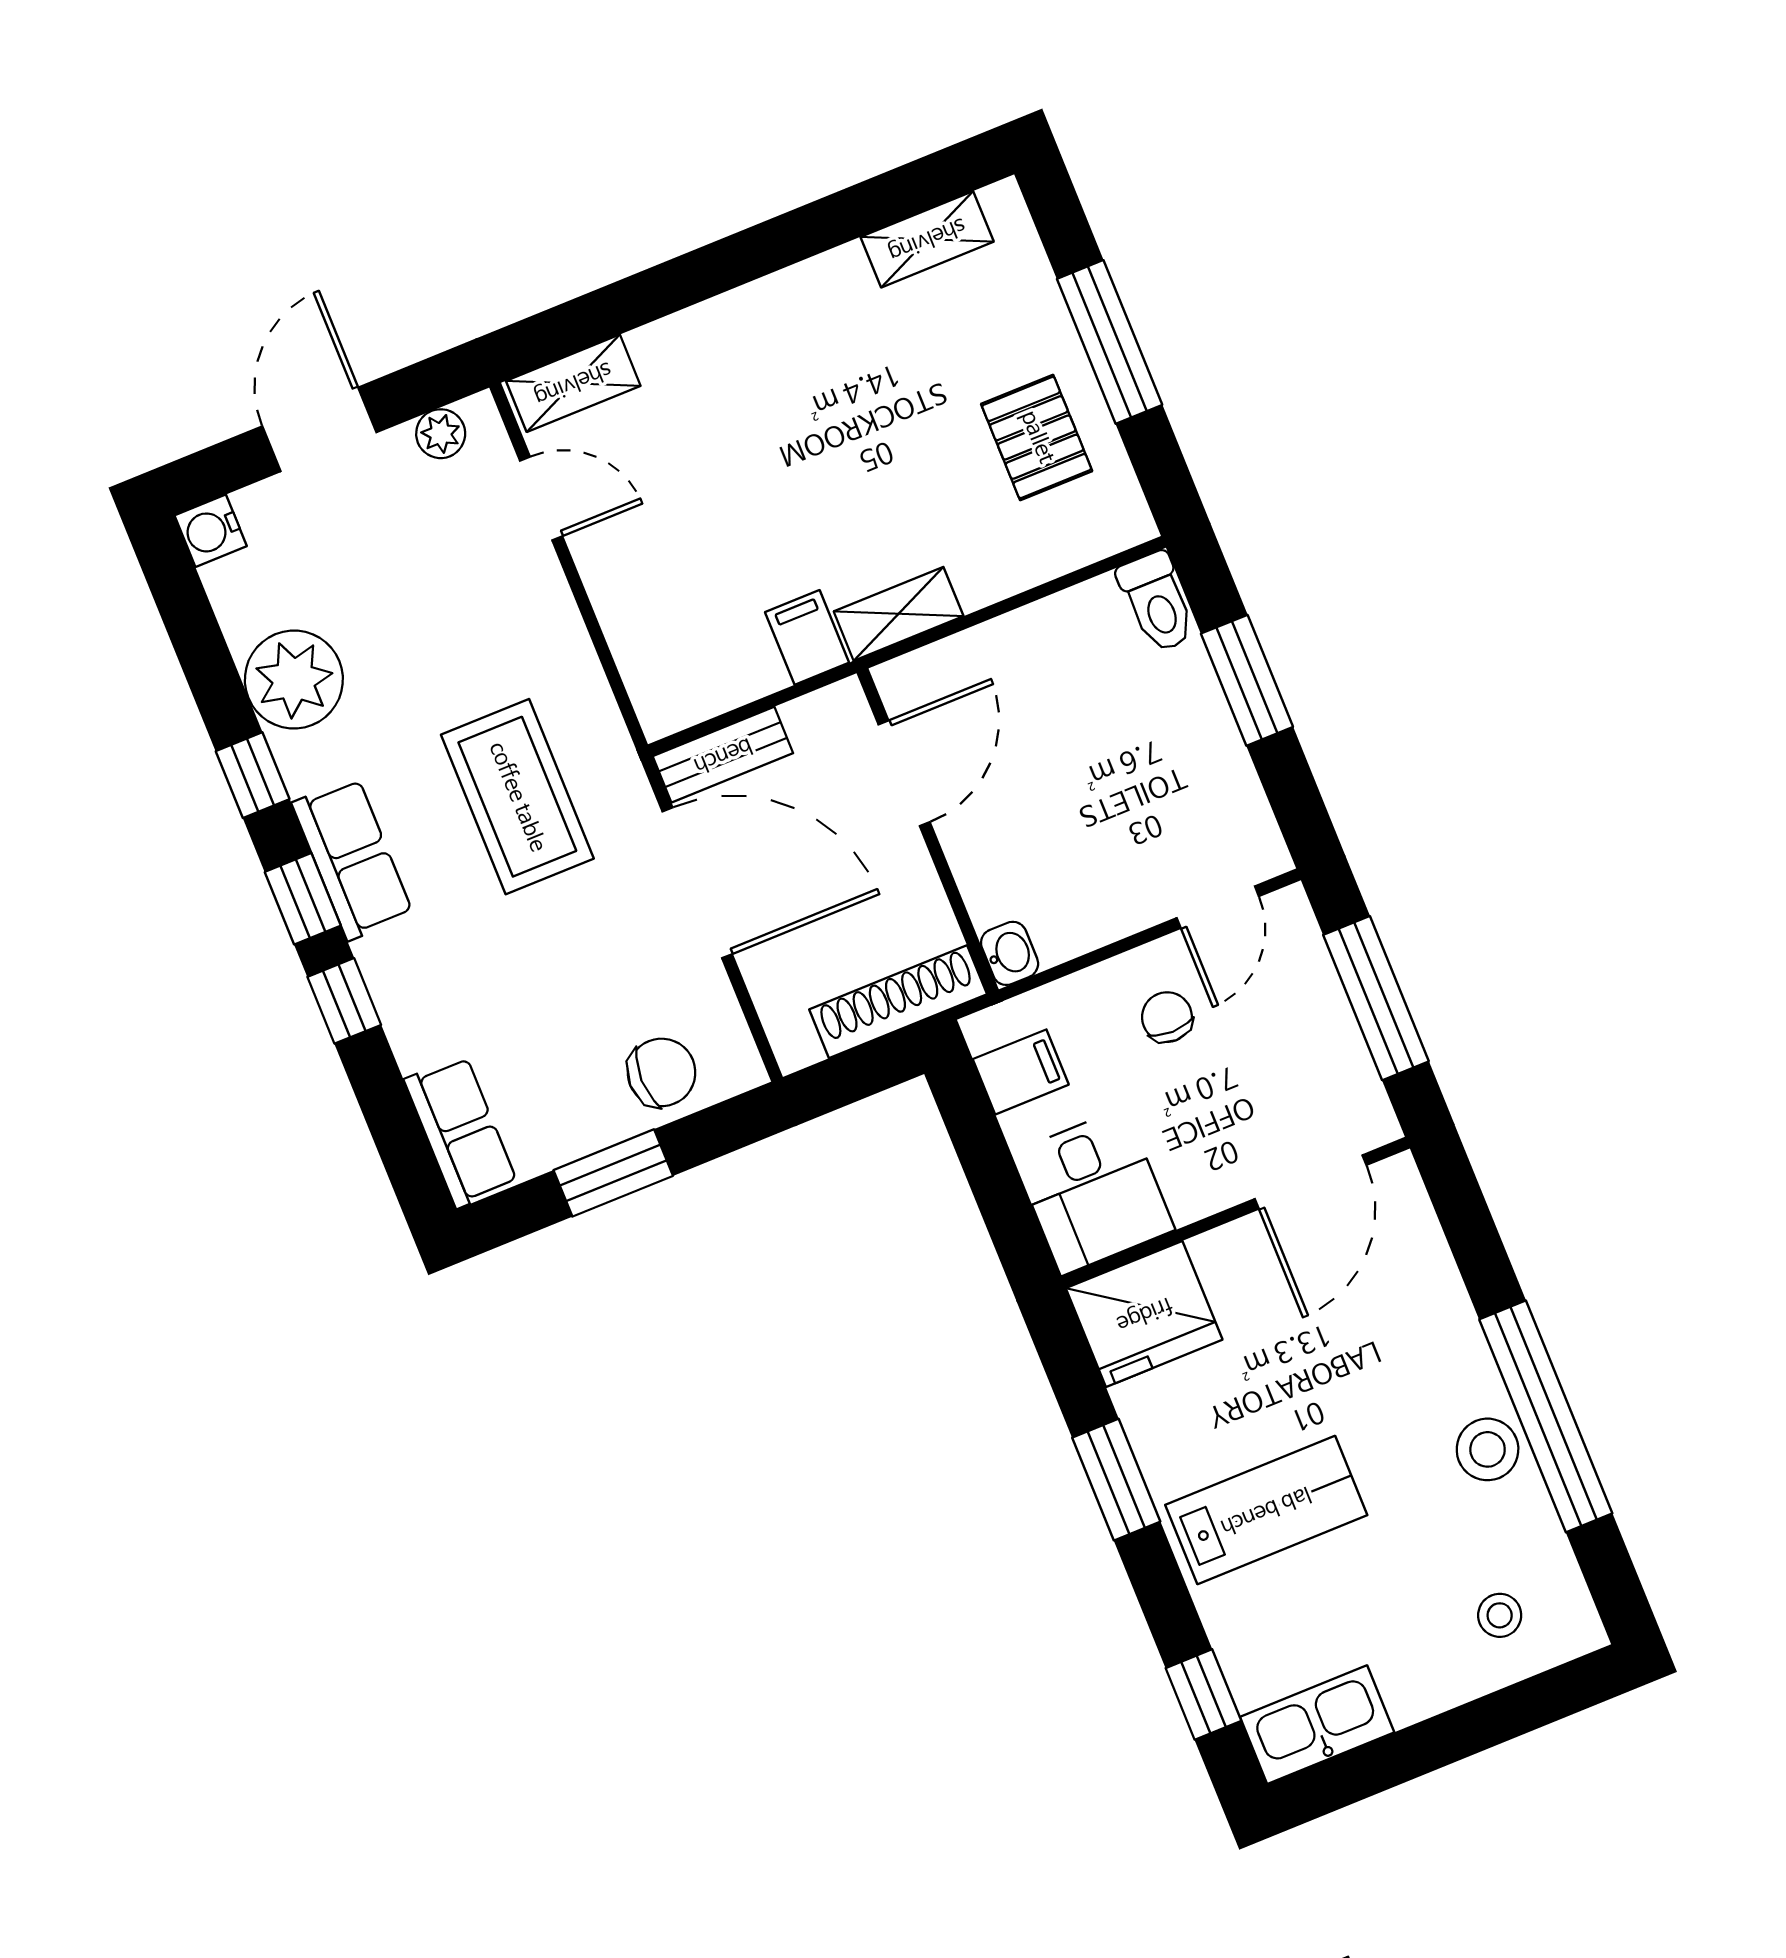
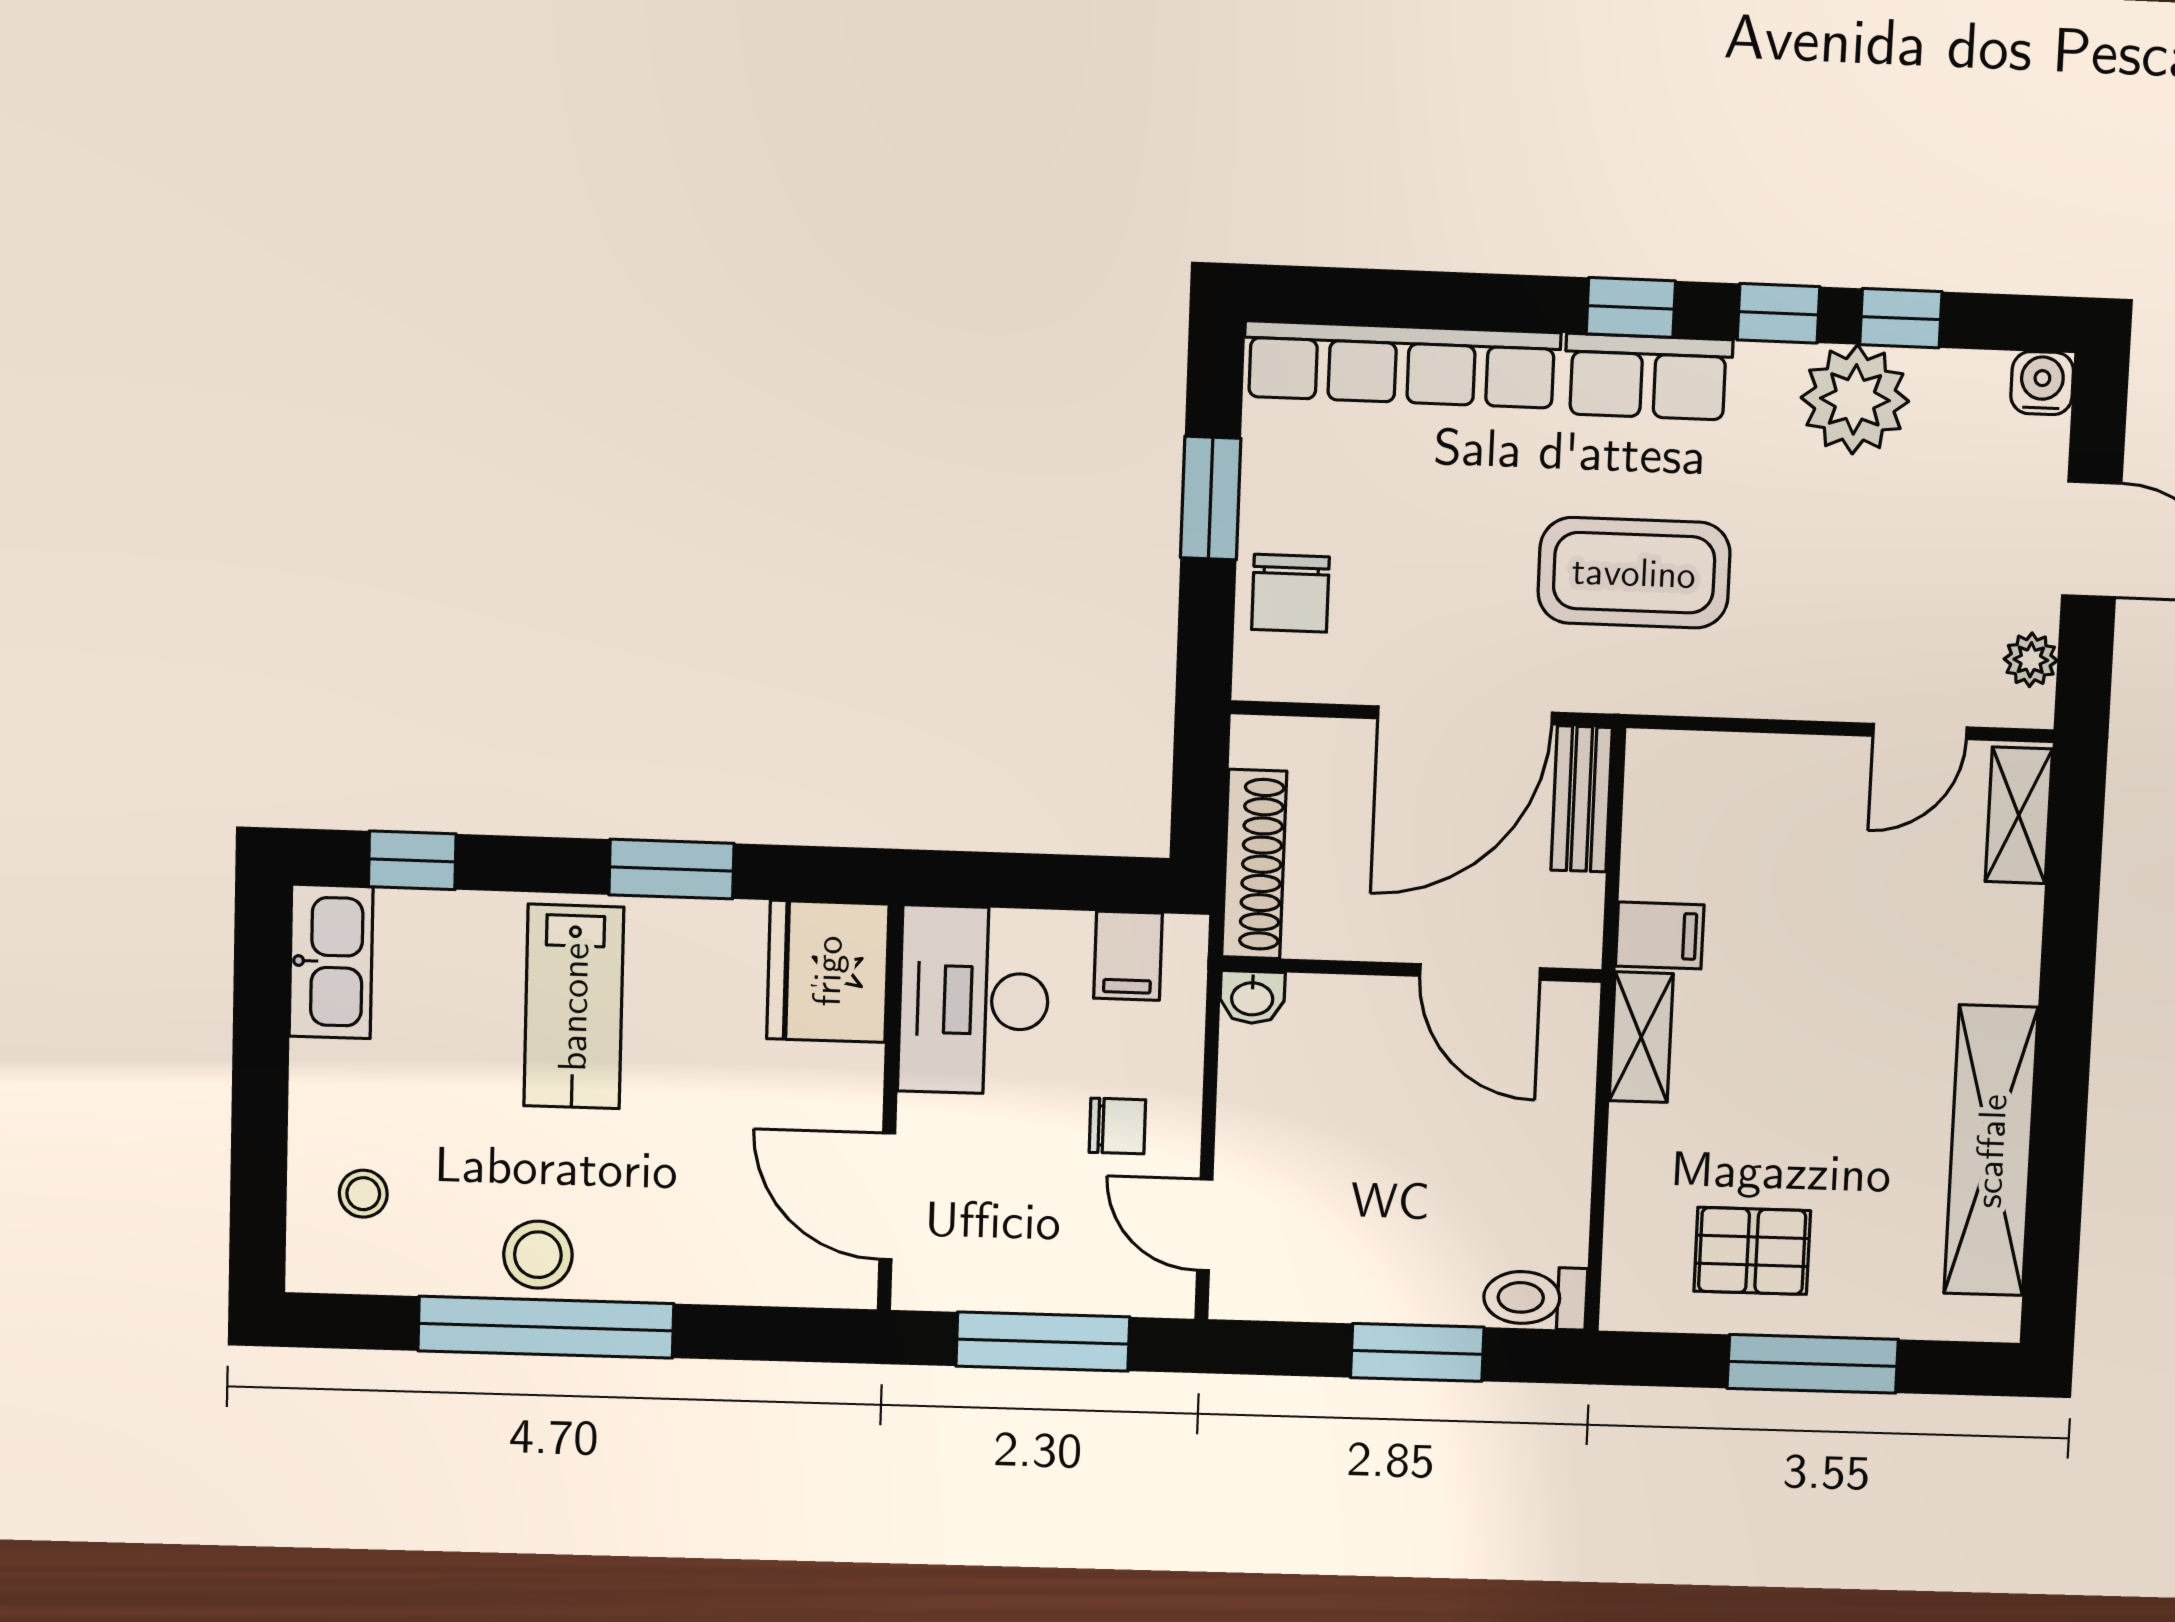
shelving: (927, 239) -> (1991, 1151), width x2.20, depth x1.33
window: (344, 1001) -> (1901, 318), moved
row of seats: (461, 1132) -> (1402, 365), width x2.02
desk: (1093, 1191) -> (974, 1000), width x1.37

